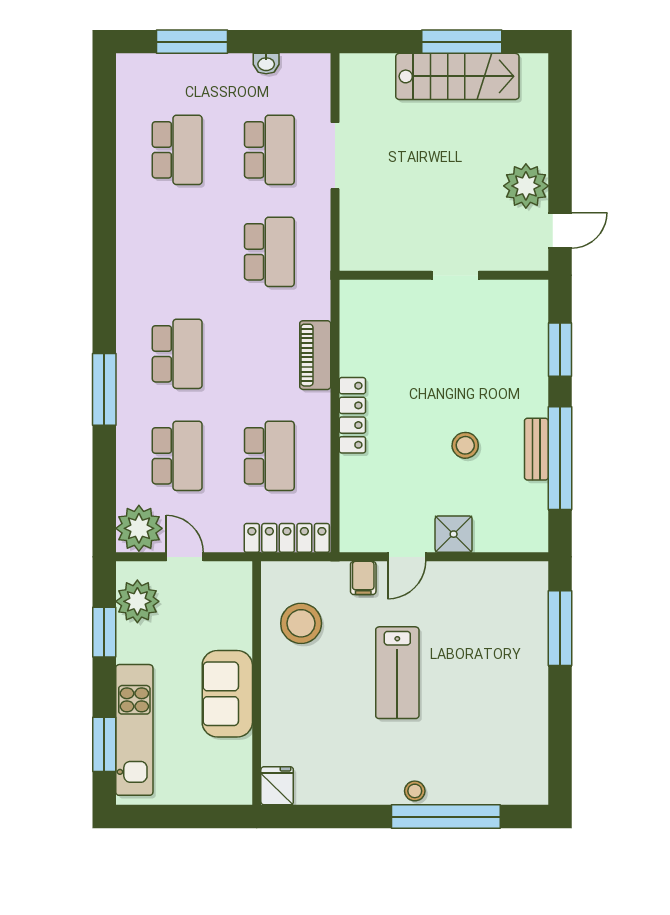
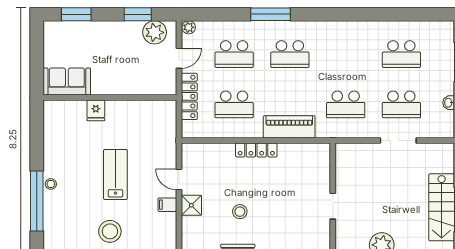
piano: (315, 355) -> (289, 127), width x1.37, depth x1.33
plant: (139, 528) -> (189, 27), width x0.53, depth x0.53
locker: (287, 538) -> (189, 96), moved
filing cabinet: (363, 578) -> (167, 205), moved
stool: (301, 623) -> (110, 231), moved
lab bench: (397, 673) -> (115, 174), turned 90
sofa: (227, 694) -> (67, 81), moved
kitchen unit: (134, 730) -> (84, 31), removed
fridge: (277, 786) -> (96, 110), moved, turned 90

